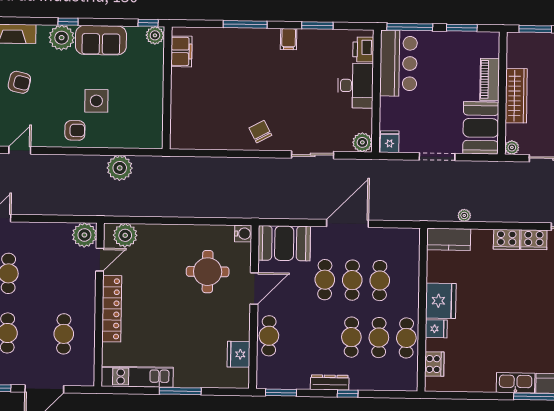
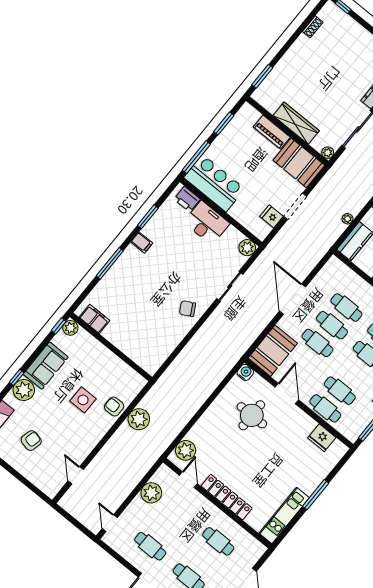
armchair: (75, 130) -> (114, 407), moved, turned -90
fridge: (390, 142) -> (272, 216), moved
plant: (84, 235) -> (151, 493), moved
cafe table: (296, 336) -> (340, 391), added

